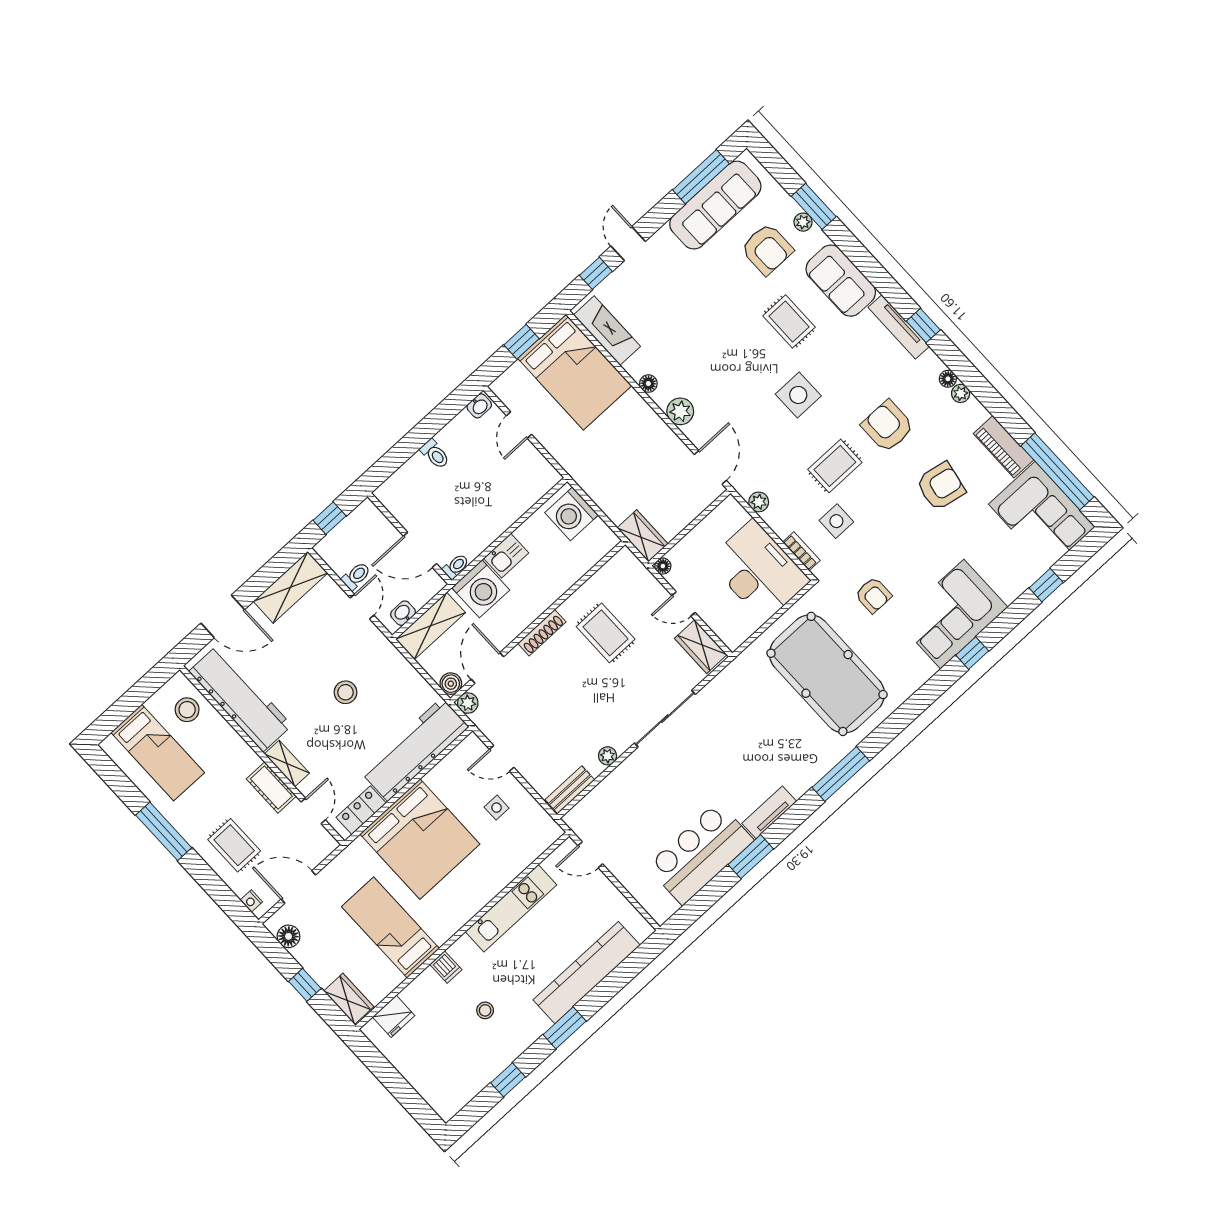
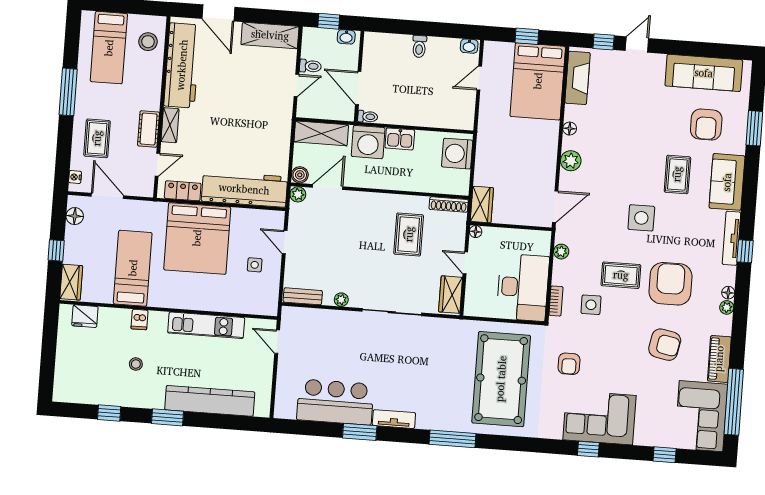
window: (701, 177) -> (712, 50), removed
plant: (803, 222) -> (740, 130), removed
armchair: (888, 426) -> (670, 284), width x1.36, depth x1.36
washbasin: (403, 613) -> (346, 37), moved, turned 180
shoe rack: (542, 633) -> (449, 204), moved
stool: (345, 692) -> (240, 121), removed

